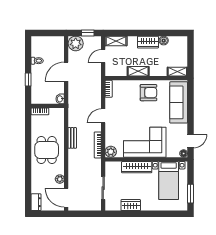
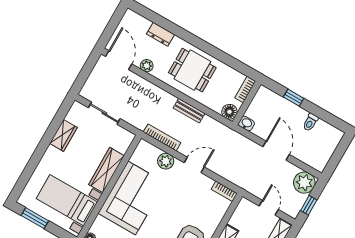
floor lamp: (59, 113) -> (229, 112), added
door: (103, 116) -> (194, 165), hinge flipped
plant: (111, 152) -> (166, 161), moved
door: (66, 198) -> (119, 60), hinge flipped
dresser: (36, 202) -> (161, 34), moved

